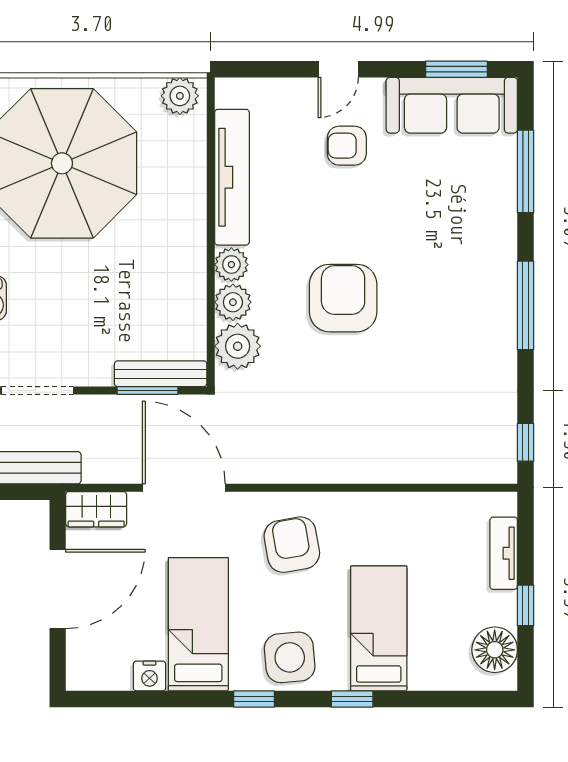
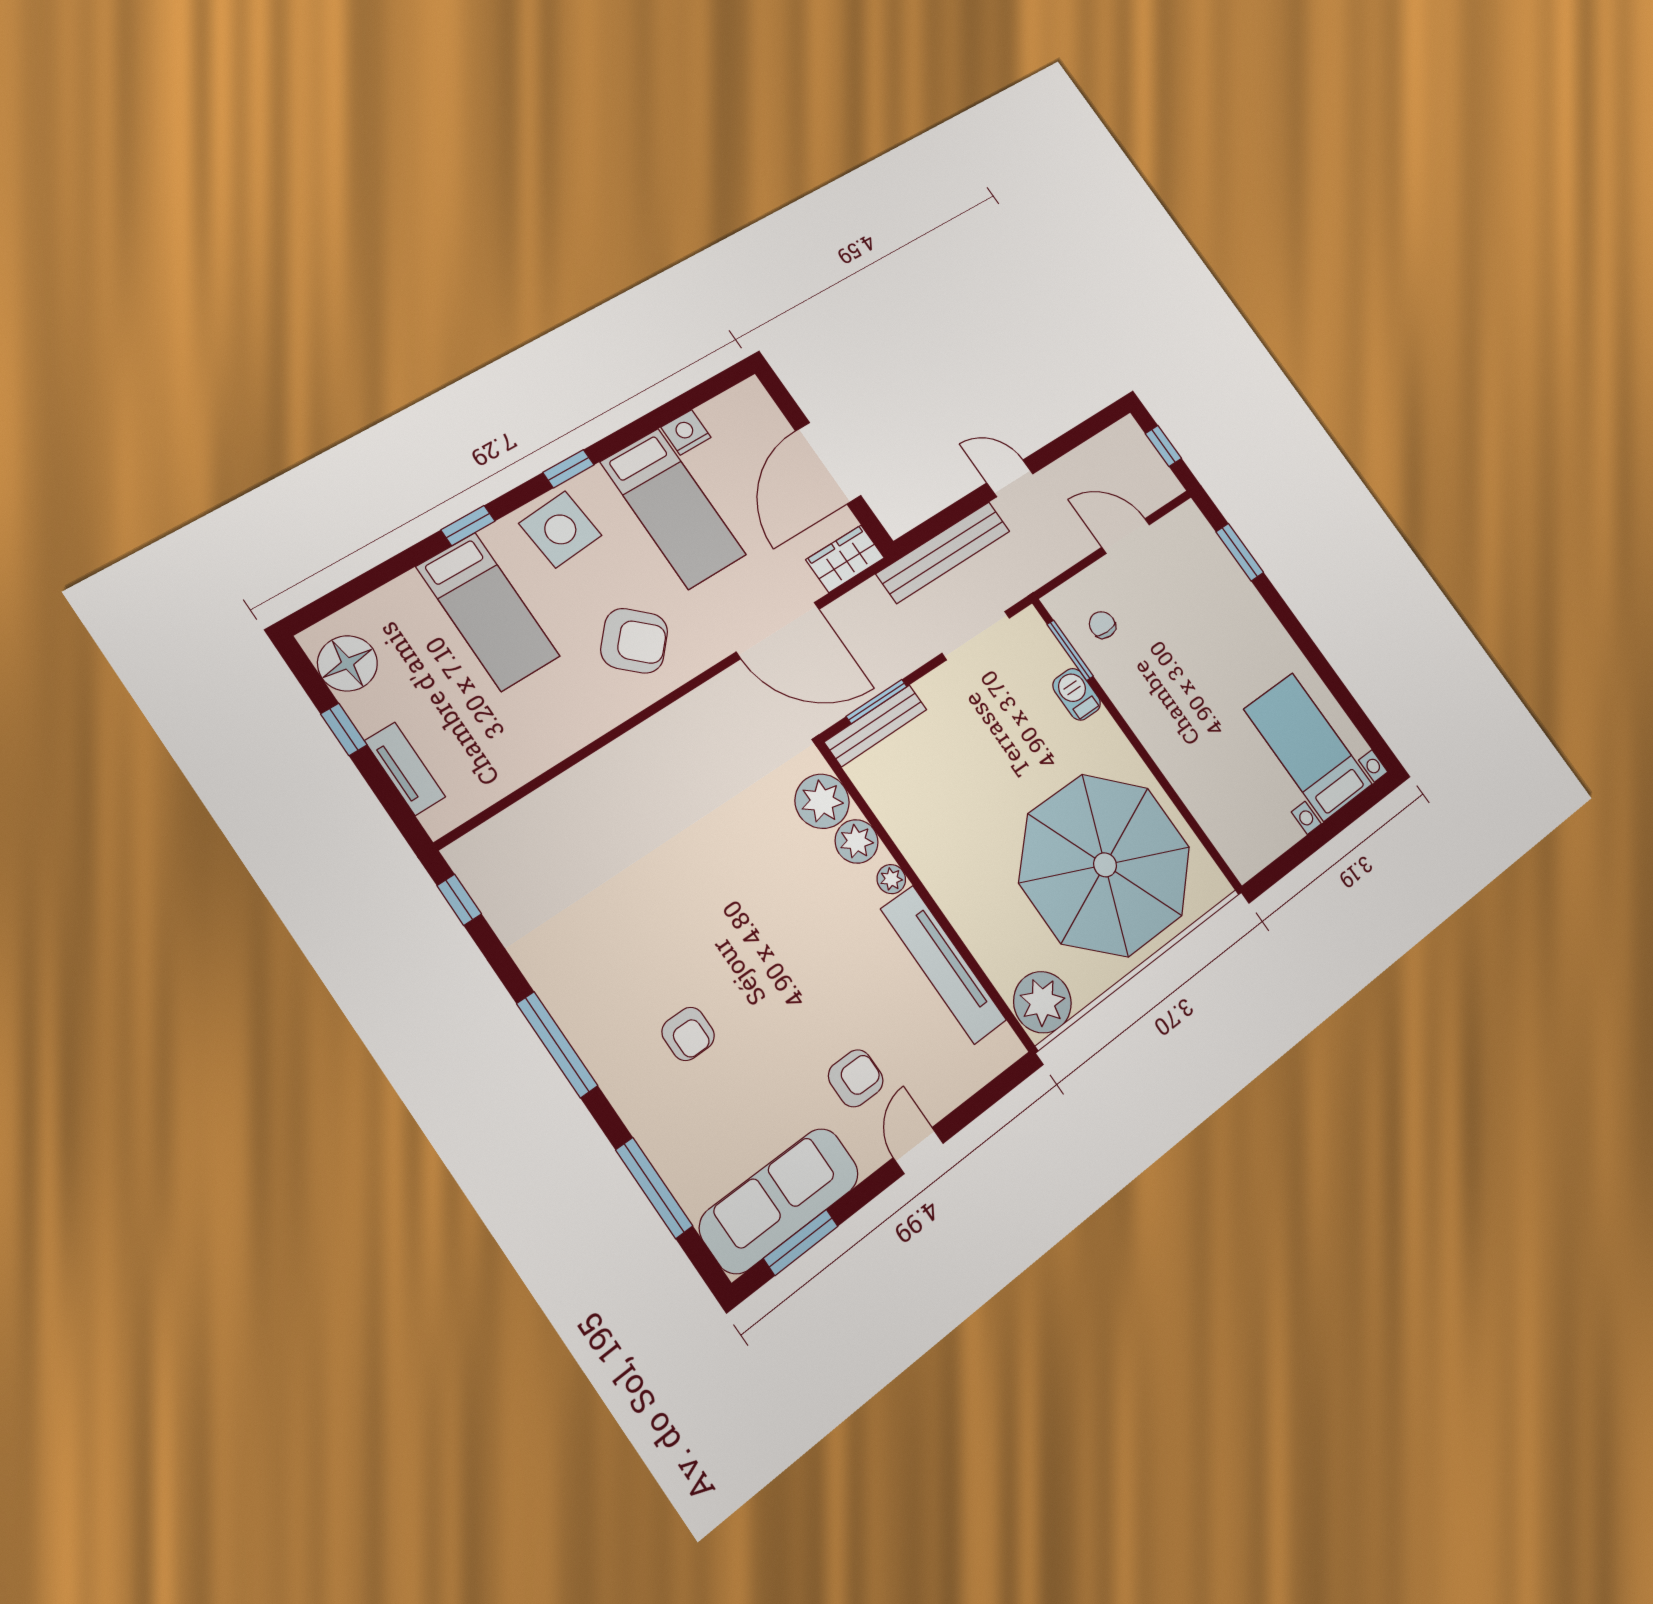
plant: (180, 96) -> (1042, 1002), width x1.36, depth x1.36
plant: (231, 265) -> (891, 879), width x0.73, depth x0.73
armchair: (343, 298) -> (688, 1034), moved, width x0.53, depth x0.53
armchair: (292, 545) -> (634, 641), turned -37

